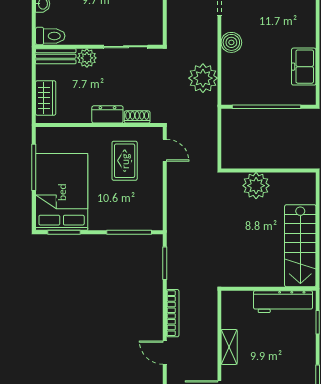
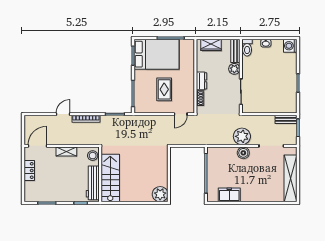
plant: (203, 78) -> (242, 136), moved
rug: (125, 161) -> (164, 89), moved, turned 90
plant: (256, 186) -> (160, 194), moved
stairs: (300, 246) -> (110, 178), moved, turned 90
stool: (236, 302) -> (93, 156), added

